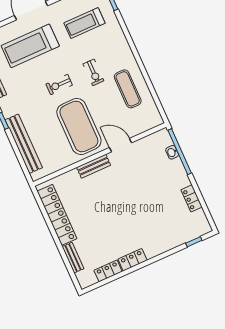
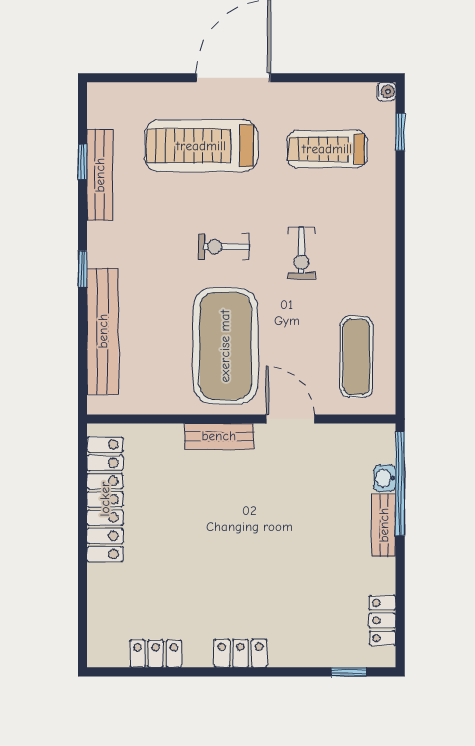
exercise mat: (128, 89) -> (356, 357), moved
locker: (192, 198) -> (382, 620), moved
bench: (73, 258) -> (384, 525), moved
locker: (133, 260) -> (240, 653), moved

